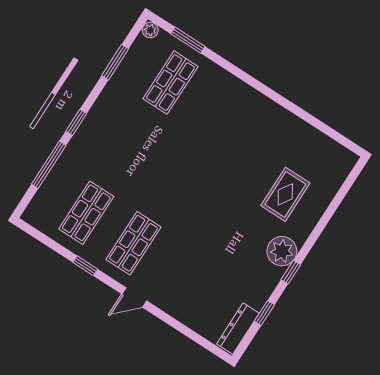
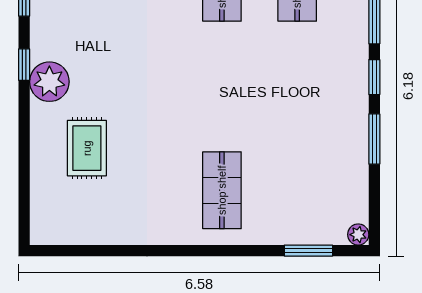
window: (115, 62) -> (374, 139), moved
shop shelf: (170, 83) -> (222, 190), moved

